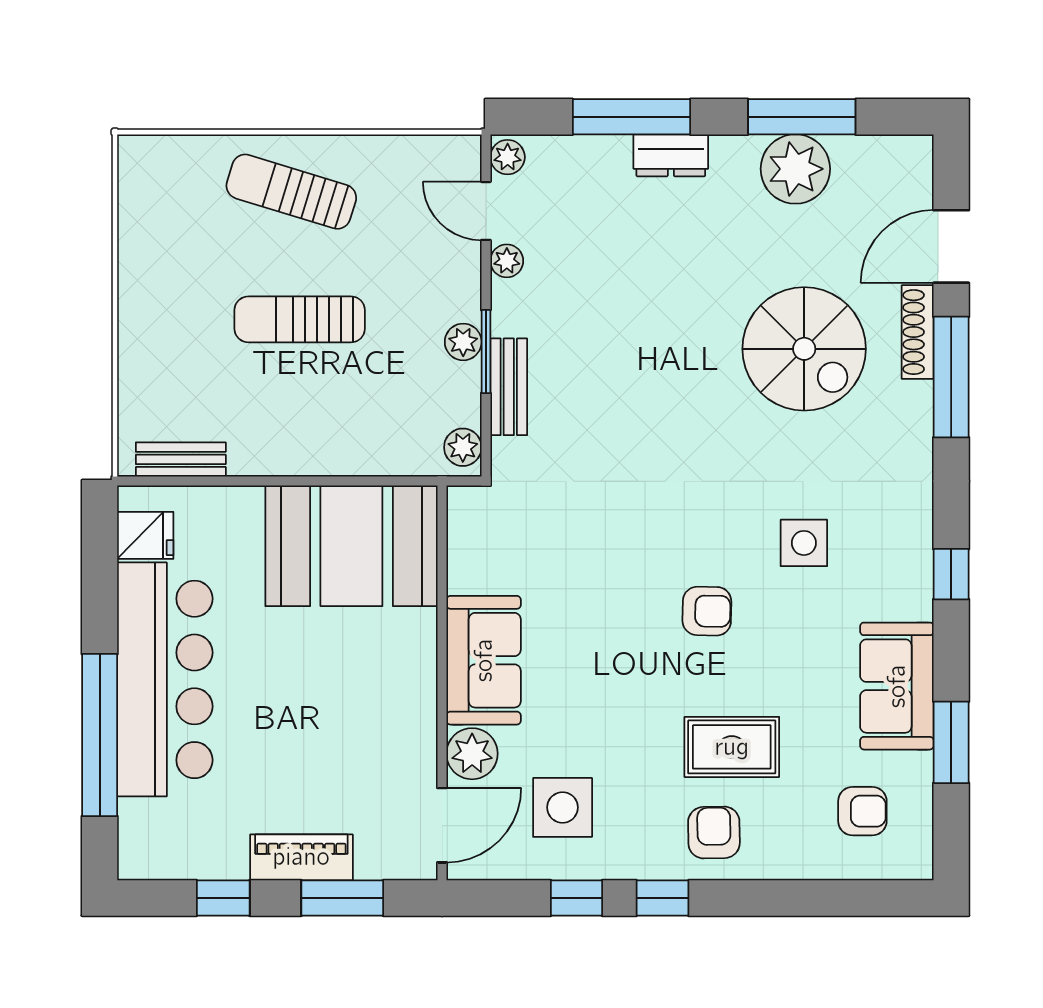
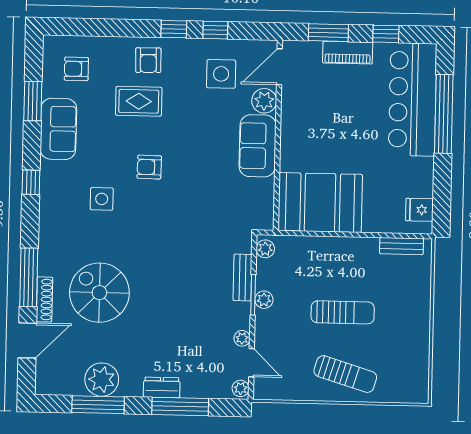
bar counter: (165, 679) -> (413, 99), moved

